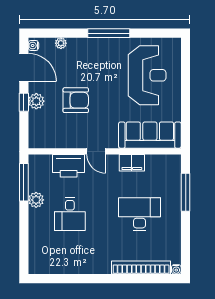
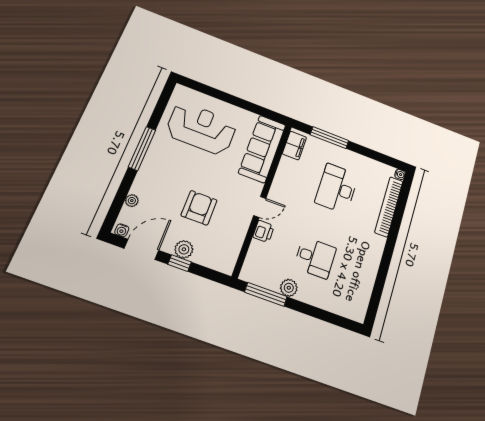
filing cabinet: (132, 163) -> (294, 145), moved
printer: (69, 166) -> (264, 231), width x0.53, depth x0.68

